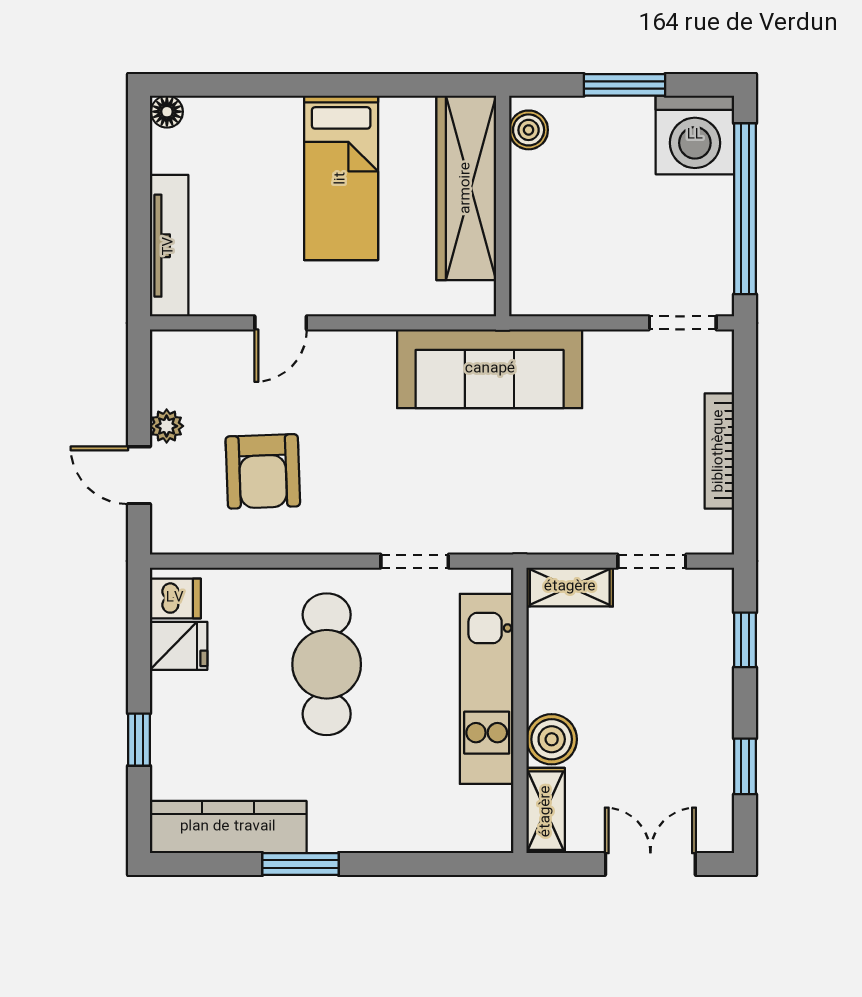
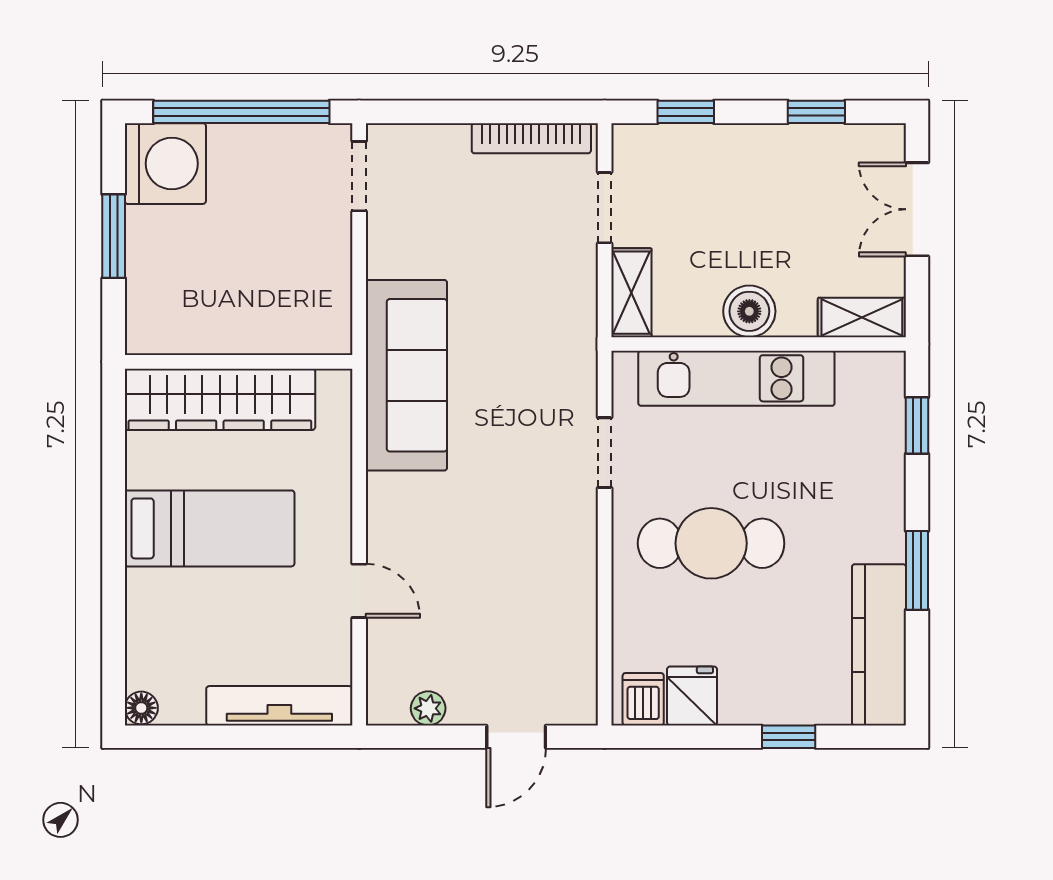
boiler: (529, 130) -> (160, 335), removed
plant: (167, 426) -> (428, 708), moved
bookcase: (719, 451) -> (531, 138), moved
armchair: (263, 471) -> (512, 609), removed
boiler: (552, 739) -> (749, 311), moved
window: (441, 864) -> (917, 425), added

